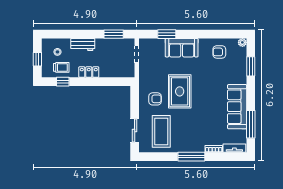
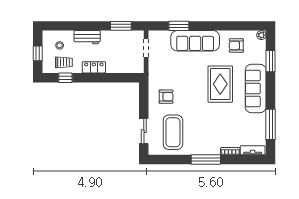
sofa: (182, 48) -> (195, 41), width x1.36
rug: (180, 91) -> (220, 84), moved
sofa: (237, 107) -> (256, 88), moved

